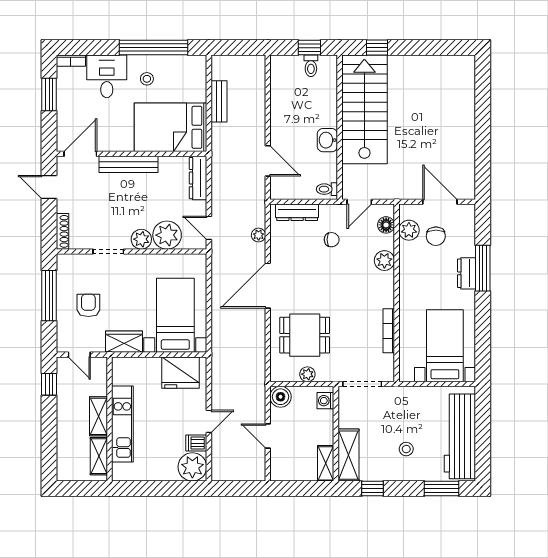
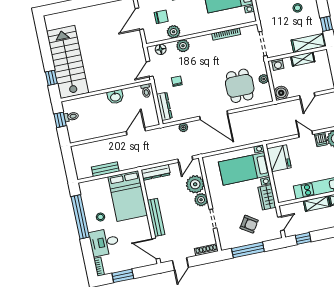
stairs: (364, 109) -> (68, 62), moved, turned 90
door: (359, 202) -> (150, 69), swing flipped
plant: (409, 230) -> (174, 32), moved
armchair: (88, 305) -> (249, 224), turned -147
shelving: (326, 463) -> (303, 59), moved

